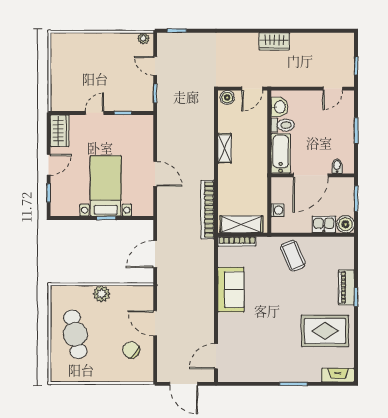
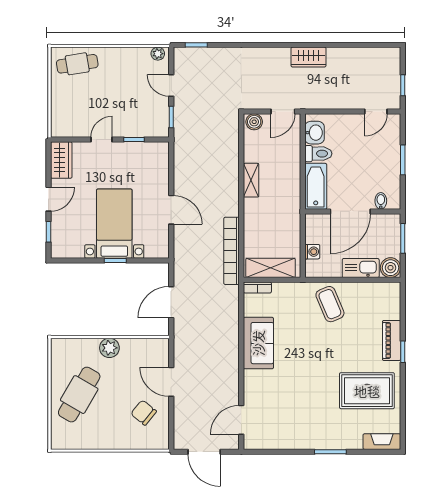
cafe table: (74, 47) -> (77, 64), added
kitchen sink: (324, 224) -> (361, 268), width x1.38
bookcase: (237, 241) -> (257, 288), width x0.64
cafe table: (75, 334) -> (79, 395), turned 41

